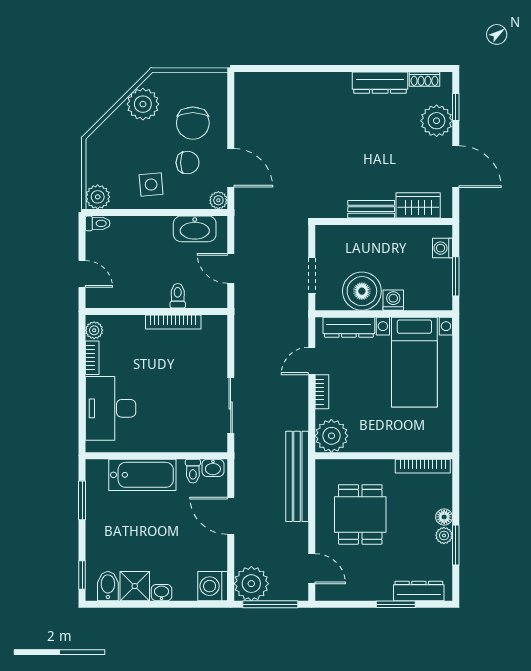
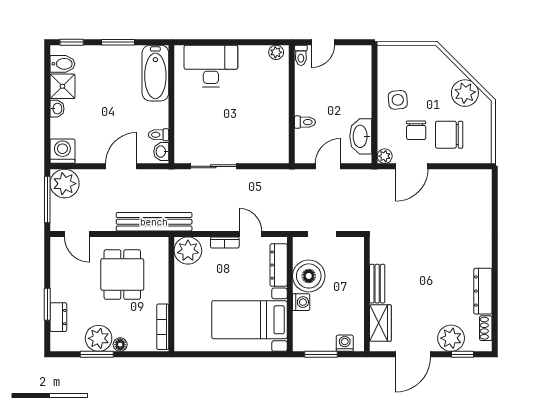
plant: (98, 197) -> (387, 55), removed
toilet: (98, 223) -> (301, 55), moved
bookcase: (173, 322) -> (283, 118), removed
bookcase: (92, 358) -> (253, 51), removed
bathtub: (142, 475) -> (155, 73), moved
window: (82, 500) -> (118, 42), moved
dining table: (360, 514) -> (122, 274), turned 90
plant: (444, 535) -> (99, 338), width x1.87, depth x1.87
door: (312, 569) -> (77, 234), hinge flipped
dresser: (419, 591) -> (58, 317), width x0.70

